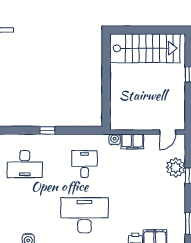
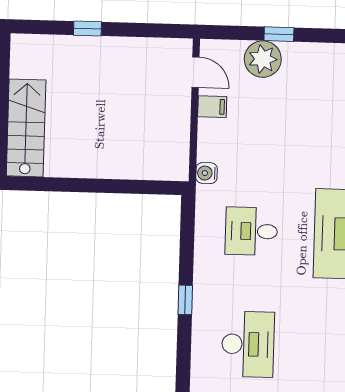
stairs: (145, 48) -> (26, 128), width x0.73, depth x0.66
filing cabinet: (132, 141) -> (212, 107), moved, width x0.50

